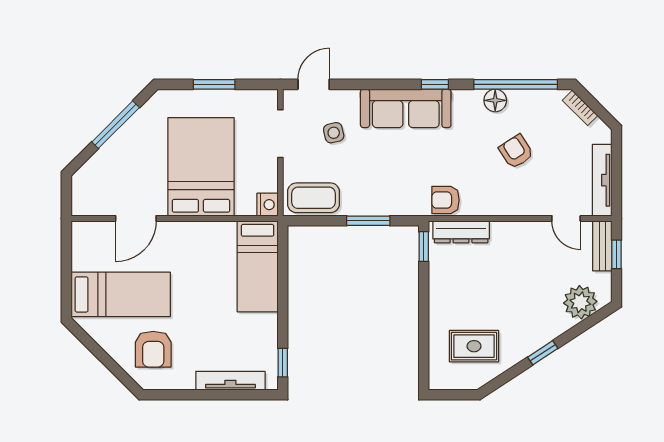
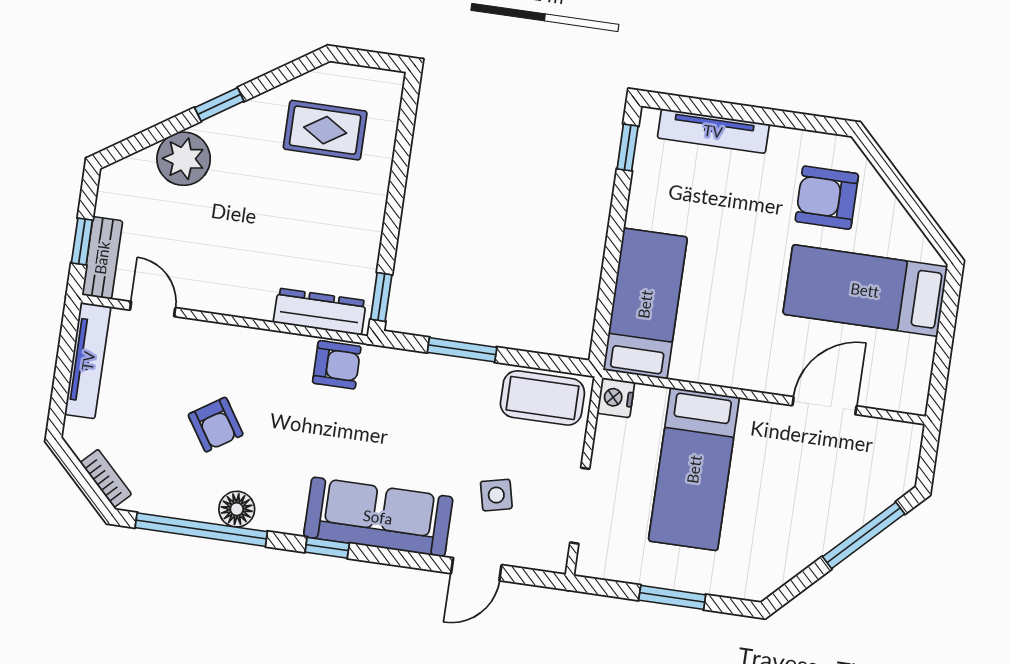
door: (314, 84) -> (476, 569), moved
window: (116, 125) -> (864, 535), moved
bed: (201, 167) -> (694, 469), width x0.67
plant: (580, 302) -> (184, 159), moved
armchair: (153, 349) -> (827, 198), turned -90

